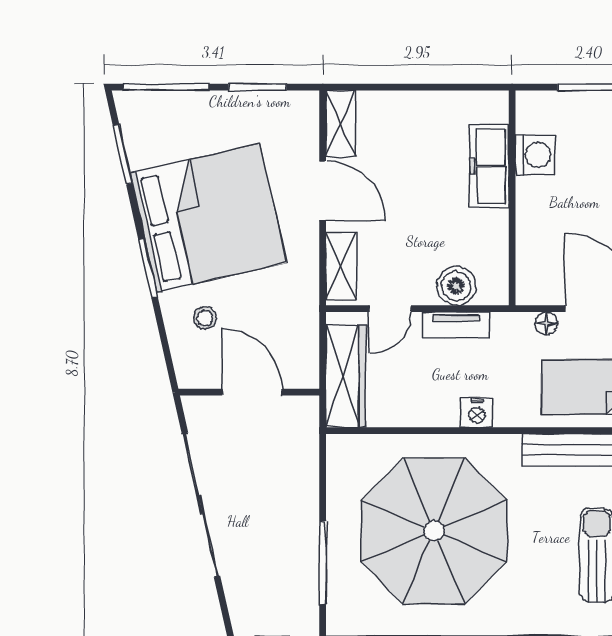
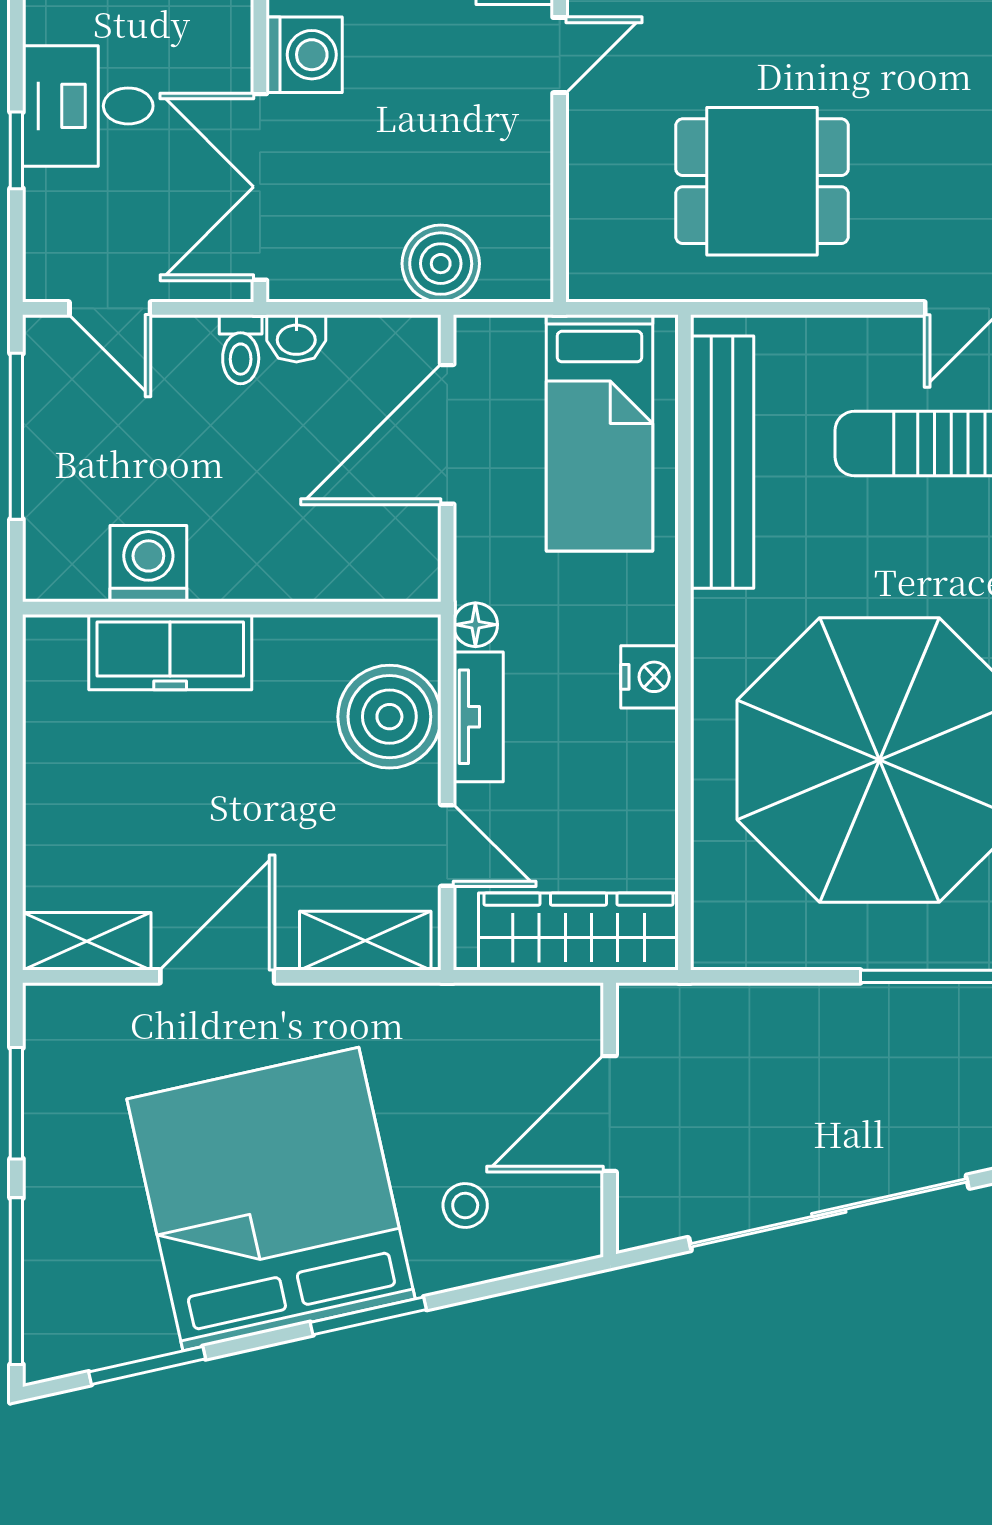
boiler: (456, 286) -> (389, 717), width x1.37, depth x1.37
floor lamp: (546, 323) -> (475, 625), moved

